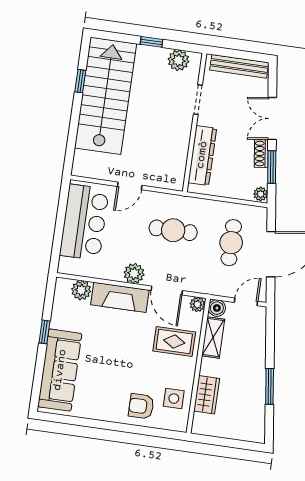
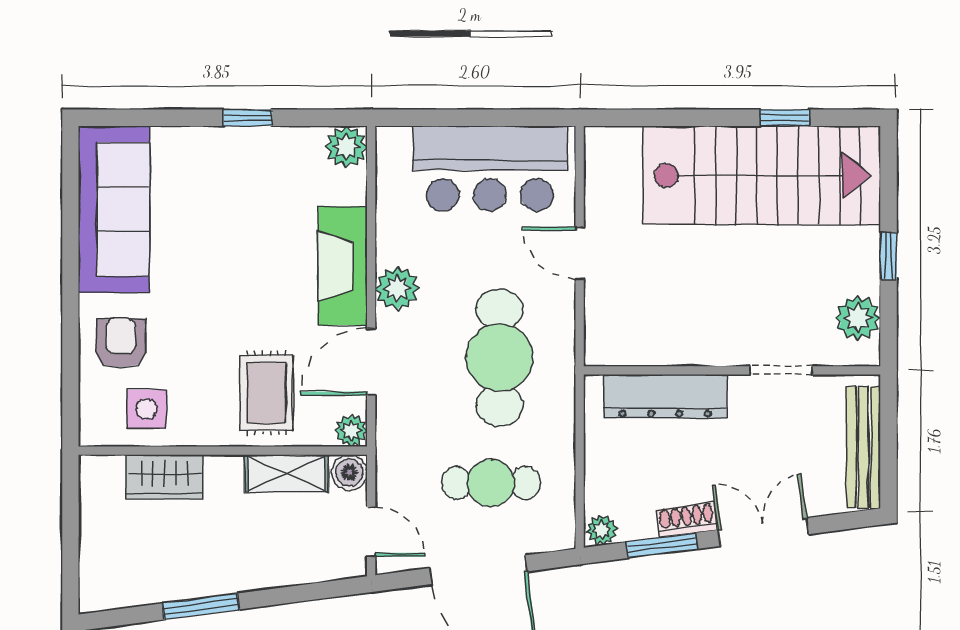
cafe table: (173, 230) -> (500, 357), width x1.37, depth x1.35
plant: (81, 290) -> (346, 147), moved
sofa: (60, 370) -> (114, 209), moved, turned -90

